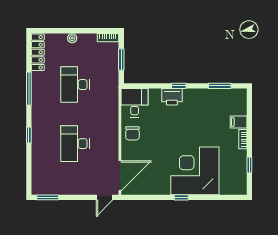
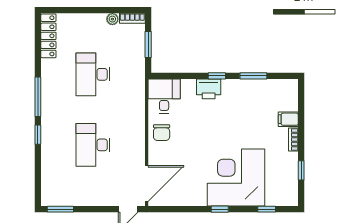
plant: (72, 38) -> (112, 19), moved
window: (220, 86) -> (253, 76), moved
window: (29, 89) -> (38, 97), moved
window: (220, 197) -> (267, 209), added

